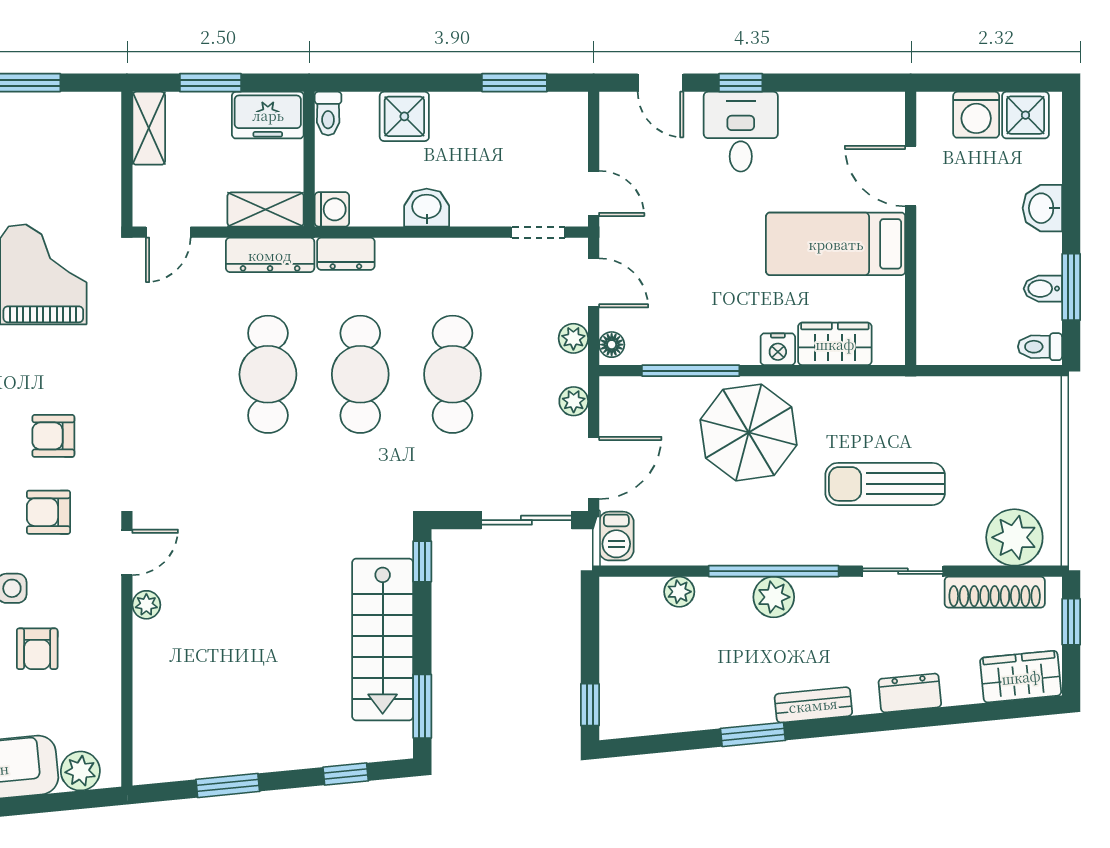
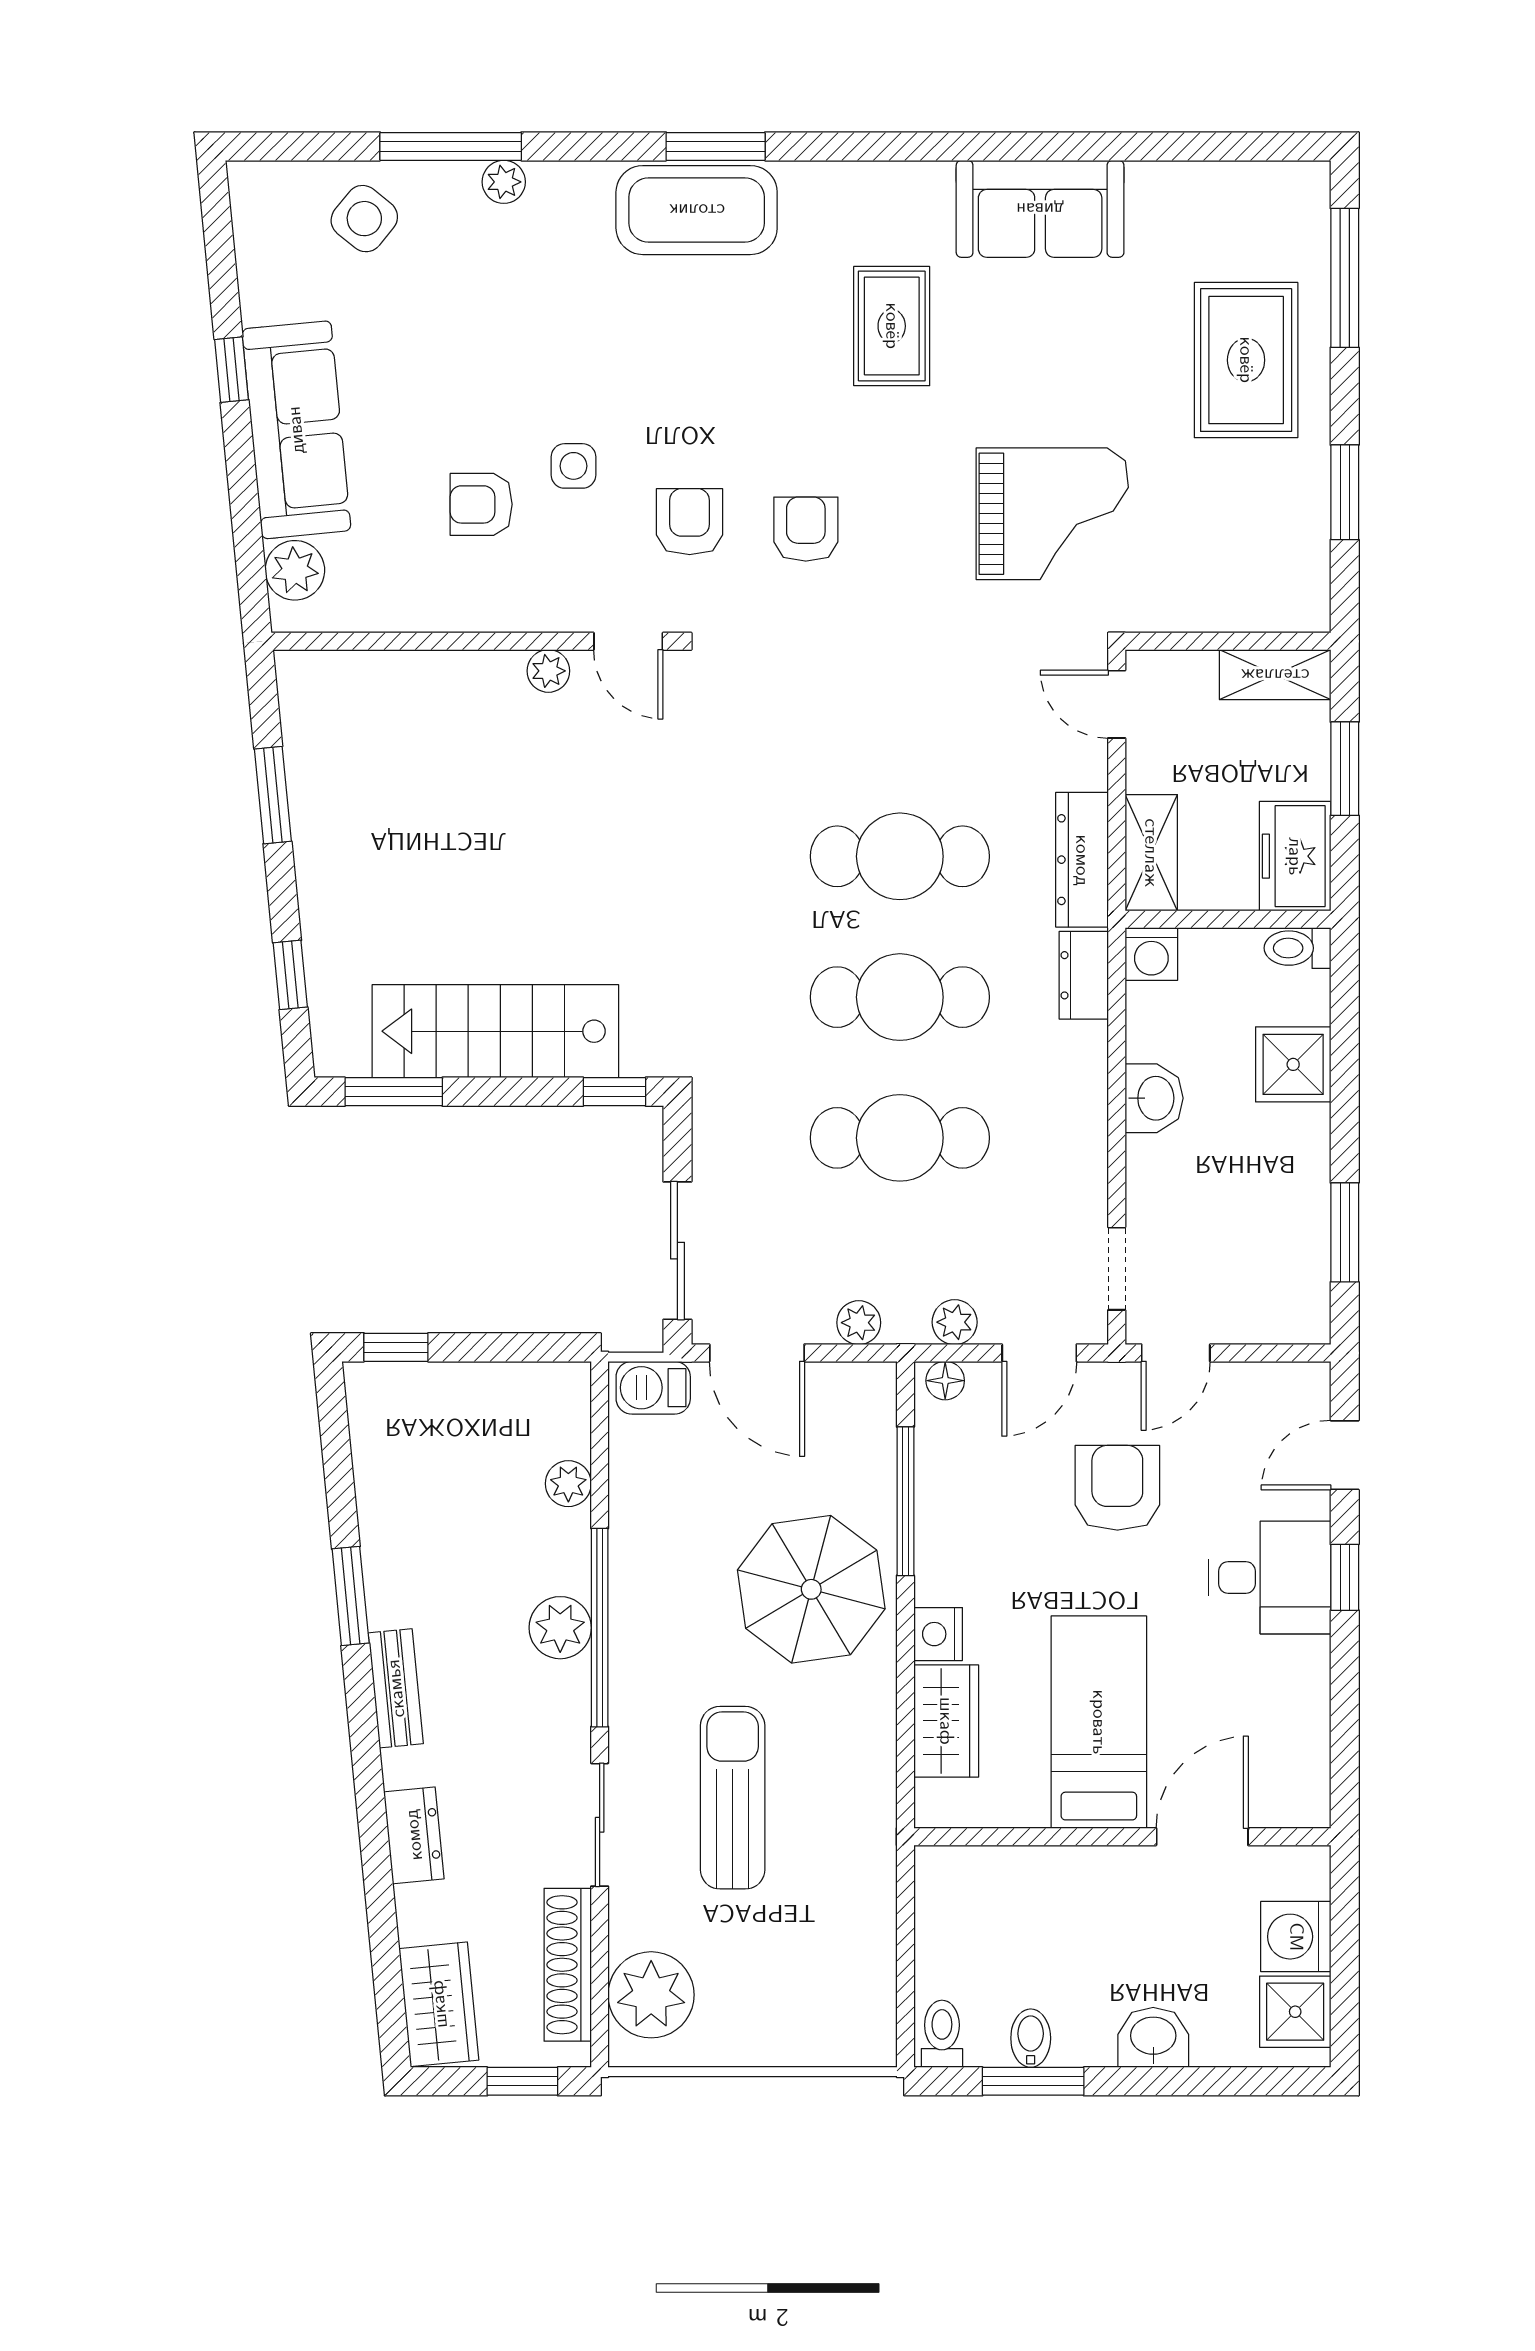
armchair: (682, 232) -> (1117, 1488), added

